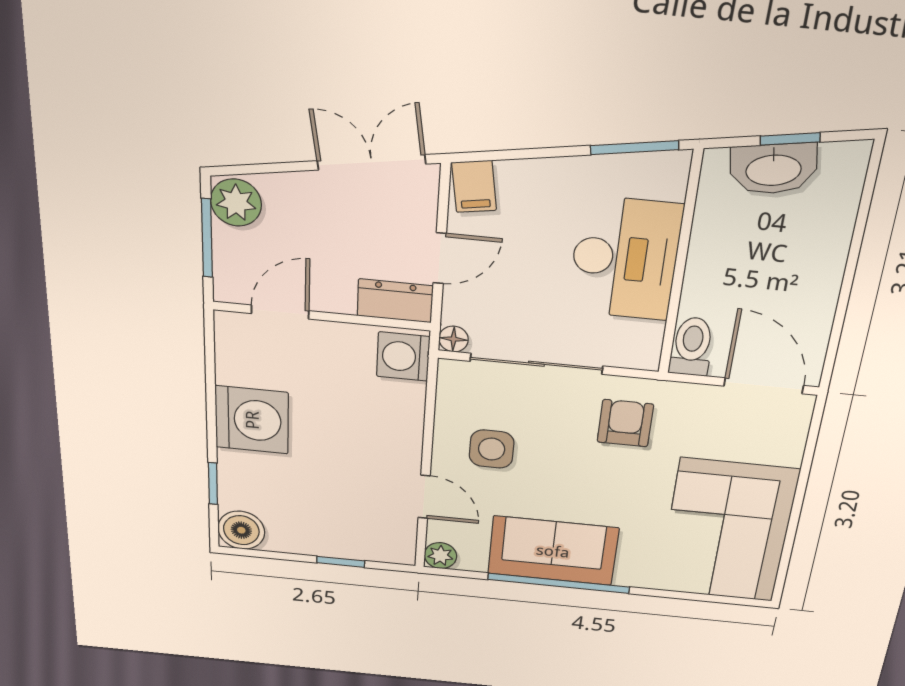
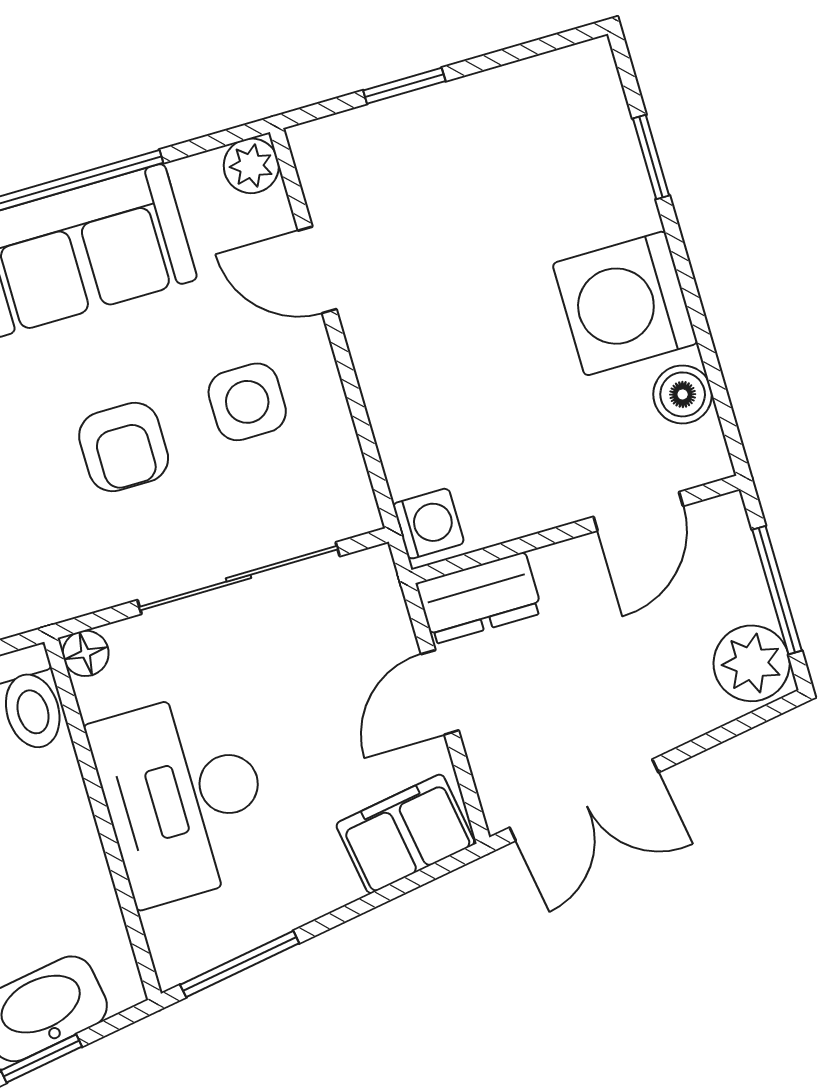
filing cabinet: (474, 186) -> (405, 834), width x2.00
floor lamp: (454, 339) -> (86, 653), moved
washing machine: (403, 357) -> (428, 524), width x0.73, depth x0.73
armchair: (625, 423) -> (124, 447), moved
boiler: (241, 530) -> (683, 394), moved, width x0.73, depth x0.73

